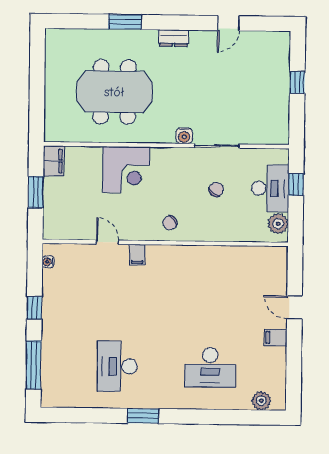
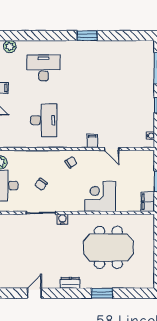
desk: (117, 366) -> (44, 120), moved

